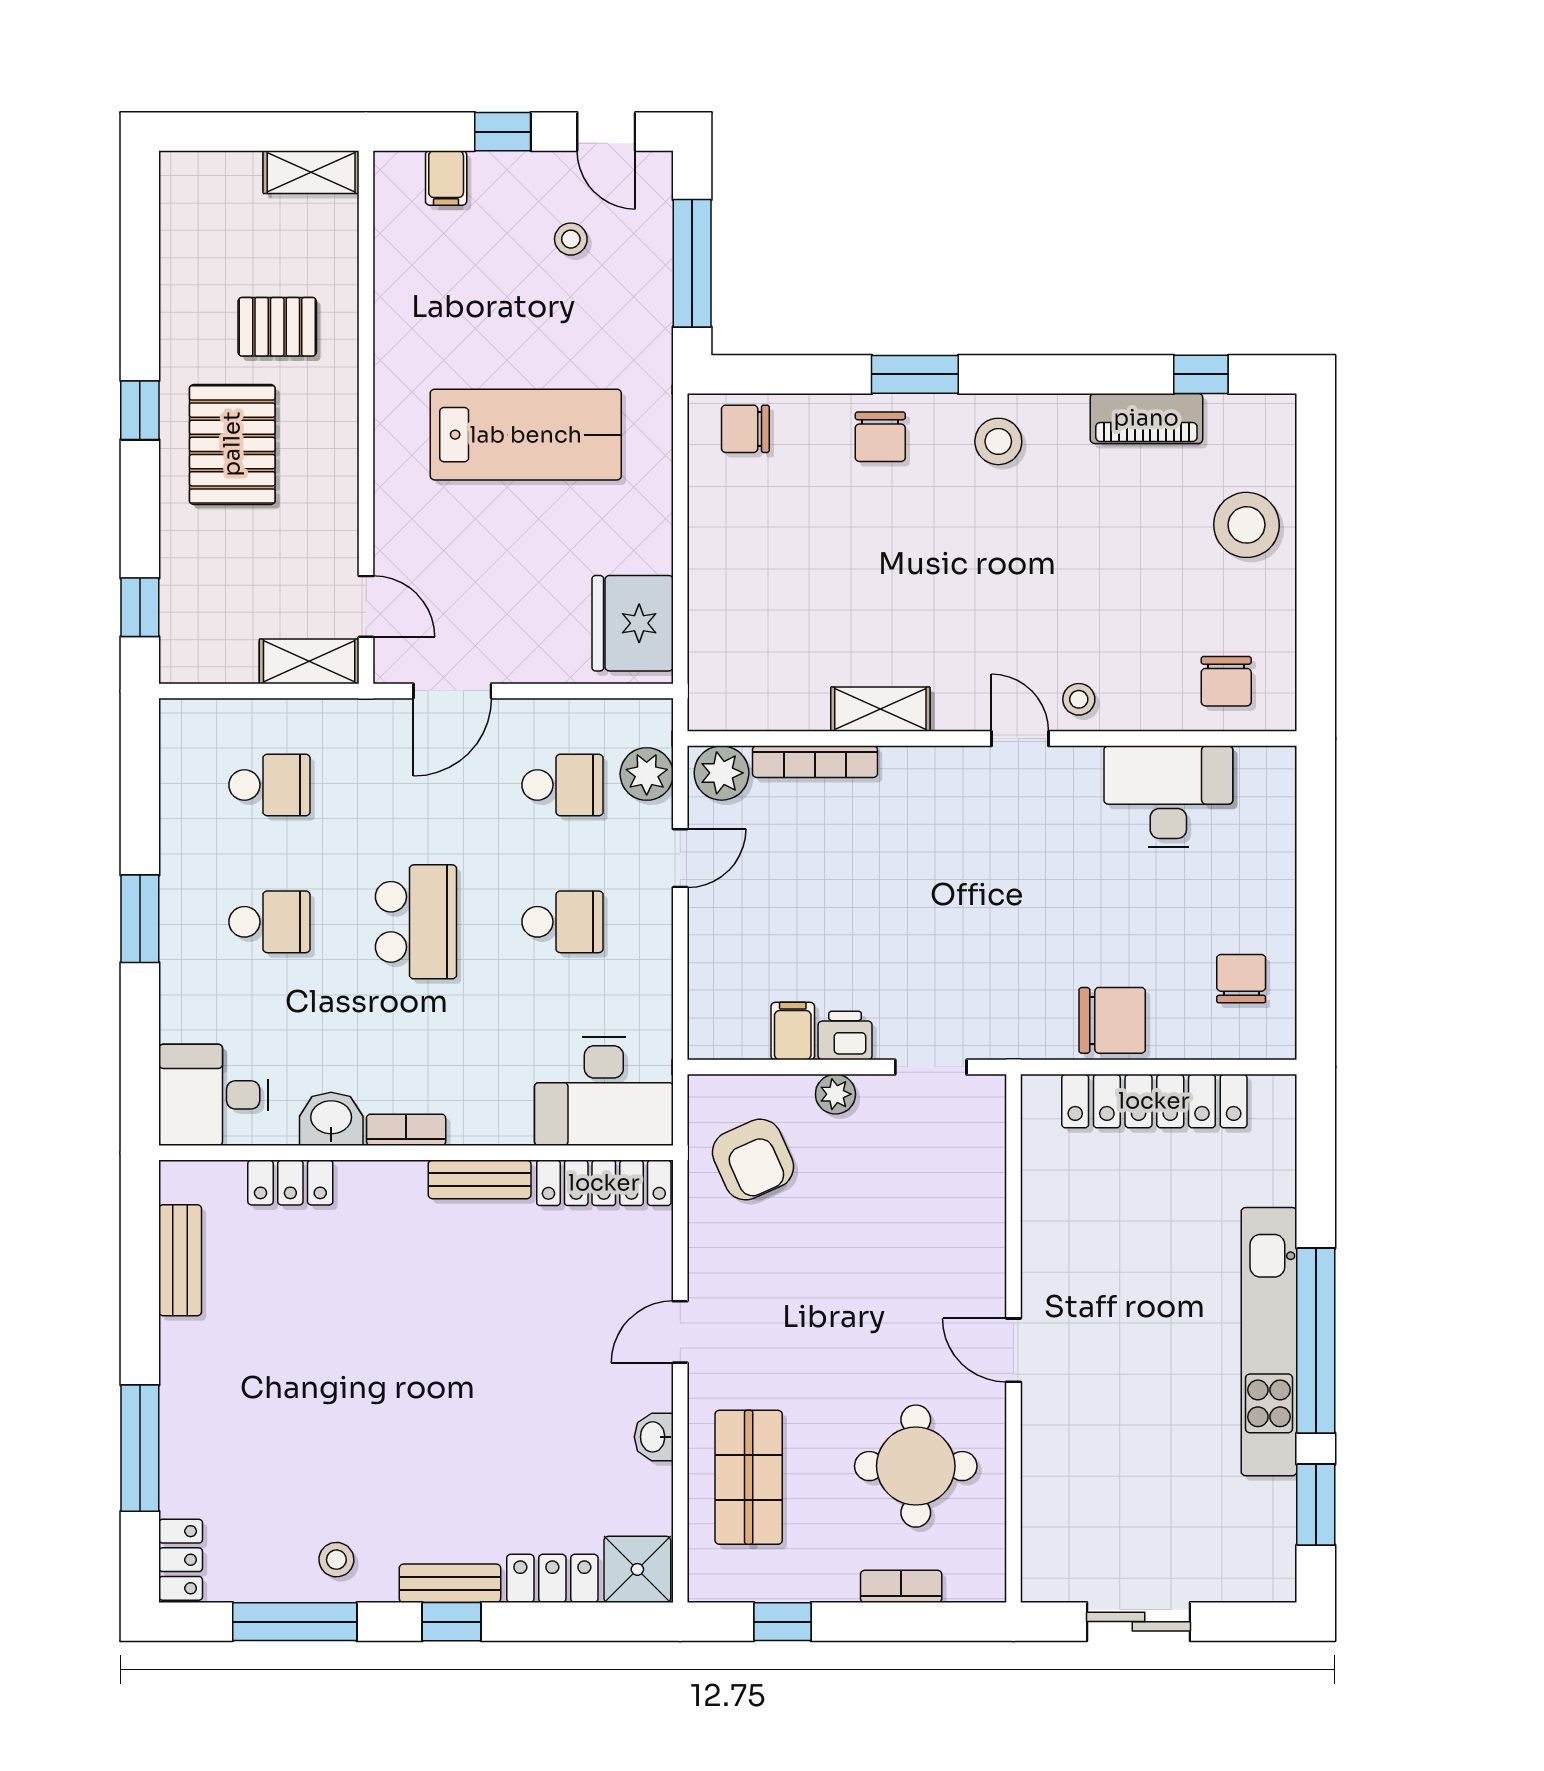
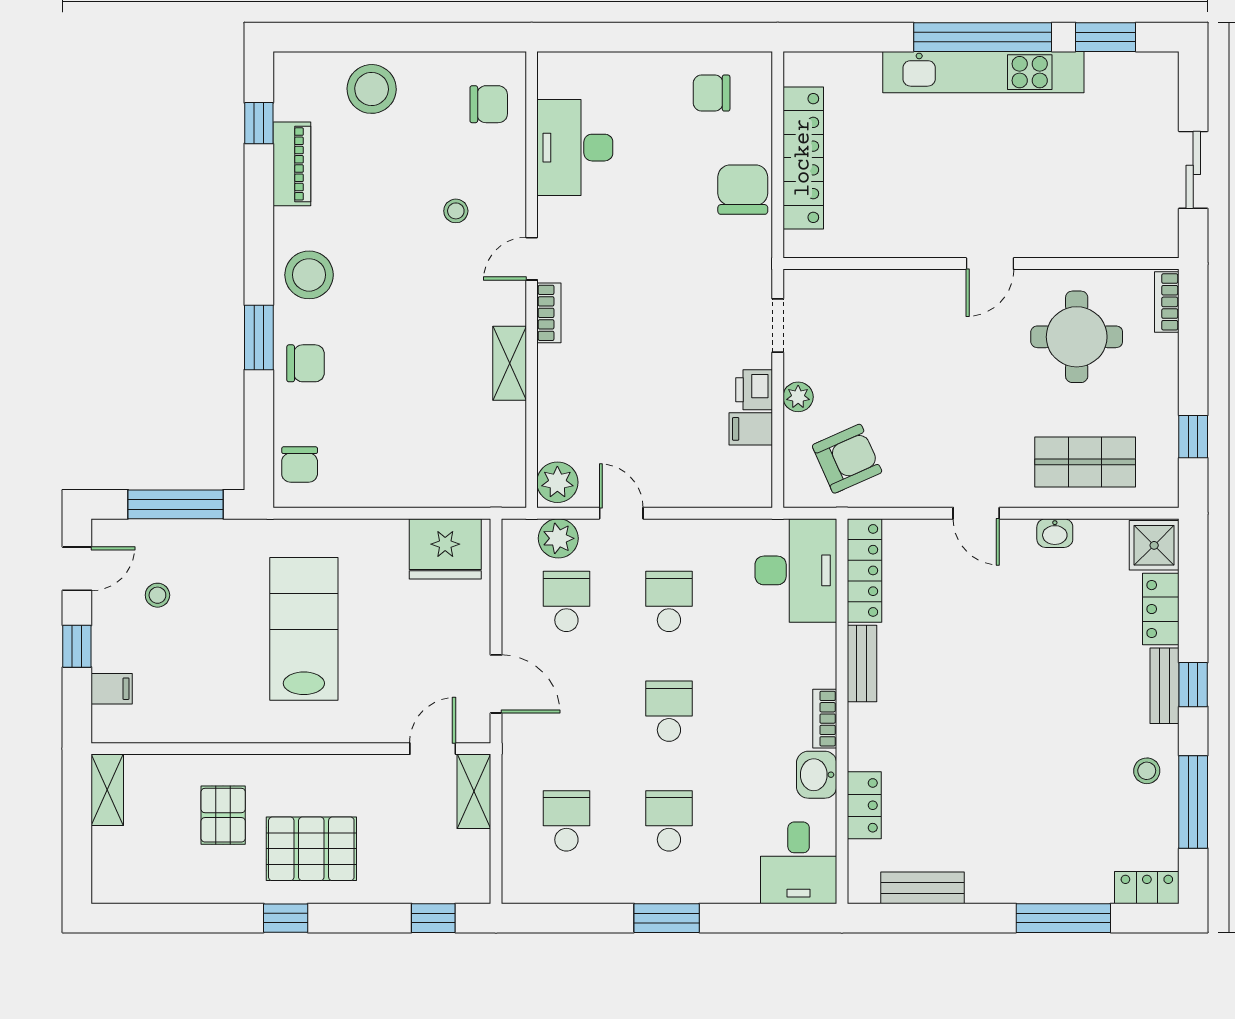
stool: (998, 441) -> (309, 275), width x1.38, depth x1.38
stool: (1079, 699) -> (456, 211), moved
bookcase: (815, 762) -> (549, 313), moved, width x0.64
school desk: (416, 922) -> (669, 711), width x0.54
bookcase: (901, 1586) -> (1167, 302), moved

